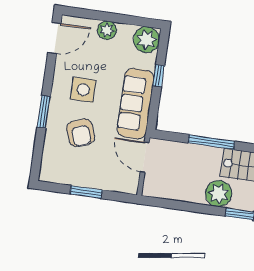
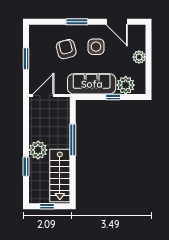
door: (54, 38) -> (117, 22), moved
plant: (146, 40) -> (126, 85), moved
armchair: (81, 133) -> (66, 49), turned 96
door: (145, 157) -> (43, 96), moved

